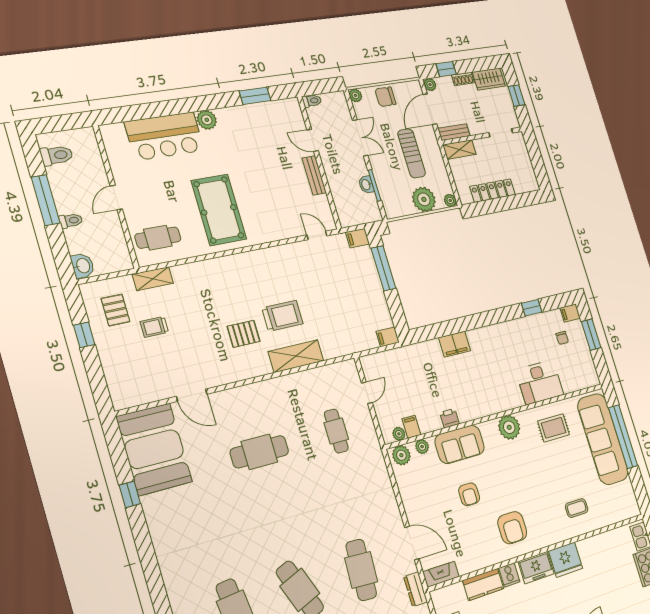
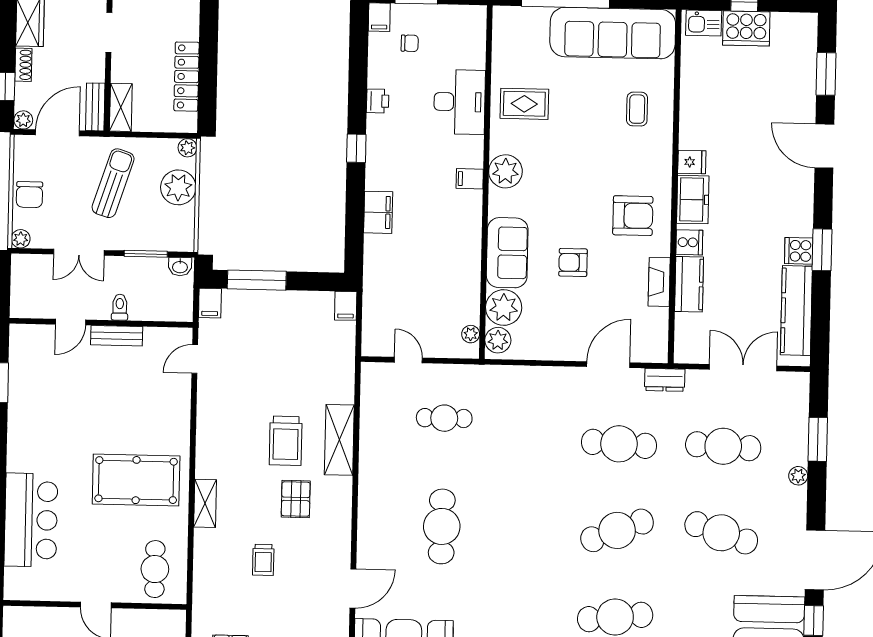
toilet: (312, 101) -> (120, 307), moved
door: (430, 109) -> (57, 133), swing flipped
plant: (207, 120) -> (19, 458), removed
double door: (360, 138) -> (79, 252), swing flipped
sun lounger: (412, 153) -> (113, 183), turned -72
washbasin: (366, 185) -> (180, 267), moved
shelving: (153, 279) -> (205, 503), moved
window: (532, 308) -> (356, 148), moved
trolley: (282, 316) -> (286, 441), turned 180
trolley: (154, 327) -> (263, 560), moved
printer: (450, 418) -> (378, 101), moved, turned 180
filing cabinet: (411, 427) -> (470, 179), moved
rug: (554, 428) -> (524, 104), turned 90
sofa: (603, 439) -> (613, 33), moved
plant: (422, 447) -> (504, 308), width x1.87, depth x1.87
armchair: (469, 494) -> (573, 262), turned 180
fridge: (566, 560) -> (692, 162), width x0.53, depth x0.75
fireplace: (441, 574) -> (659, 282), moved

